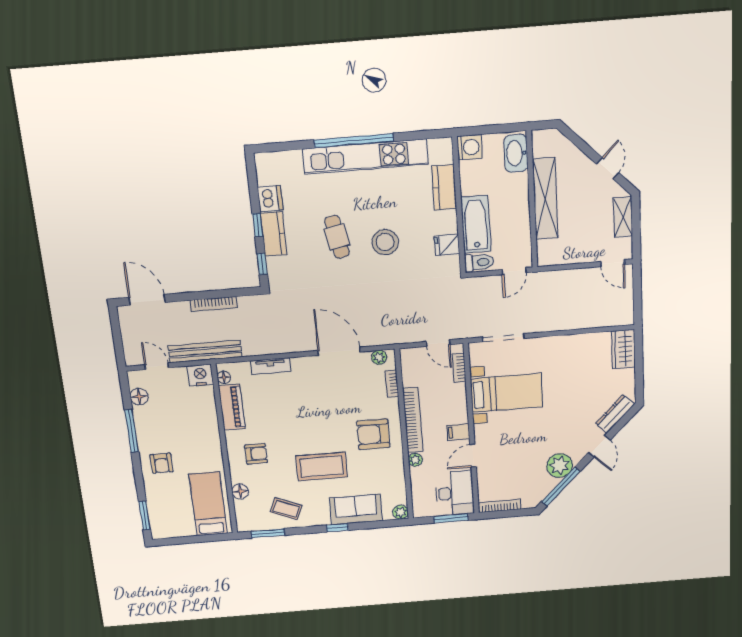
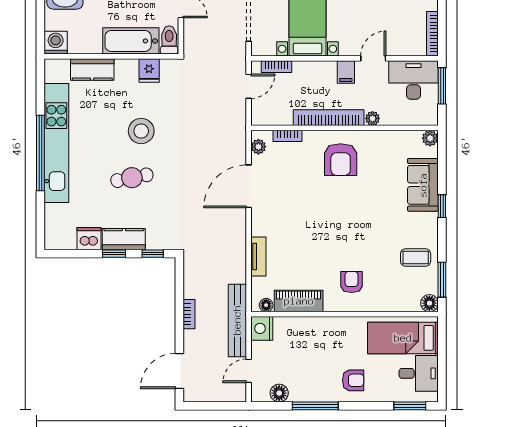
bookcase: (214, 304) -> (189, 314), width x0.64
door: (473, 456) -> (373, 58), swing flipped
coffee table: (322, 466) -> (371, 216), removed
floor lamp: (240, 491) -> (429, 303), moved
coffee table: (286, 509) -> (416, 258), turned 67
desk: (176, 520) -> (419, 373), added

